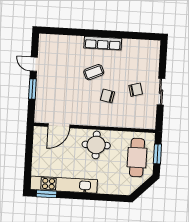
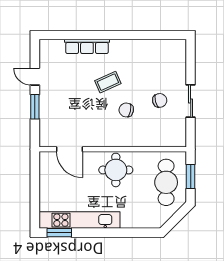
row of seats: (103, 43) -> (87, 46), moved
door: (59, 126) -> (69, 149), hinge flipped

